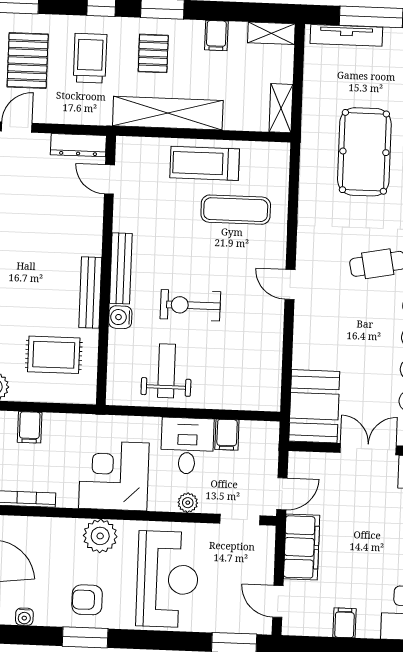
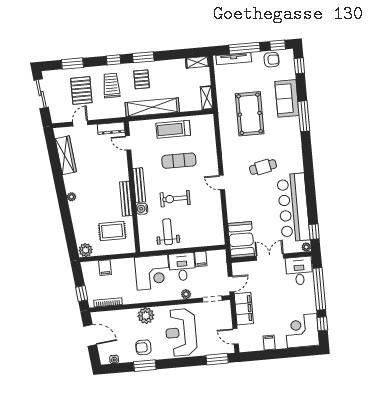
filing cabinet: (216, 36) -> (171, 67), removed
exercise mat: (236, 210) -> (179, 161), moved
corner desk: (114, 476) -> (152, 272), moved, turned 180
reception desk: (167, 579) -> (181, 332), turned 180

